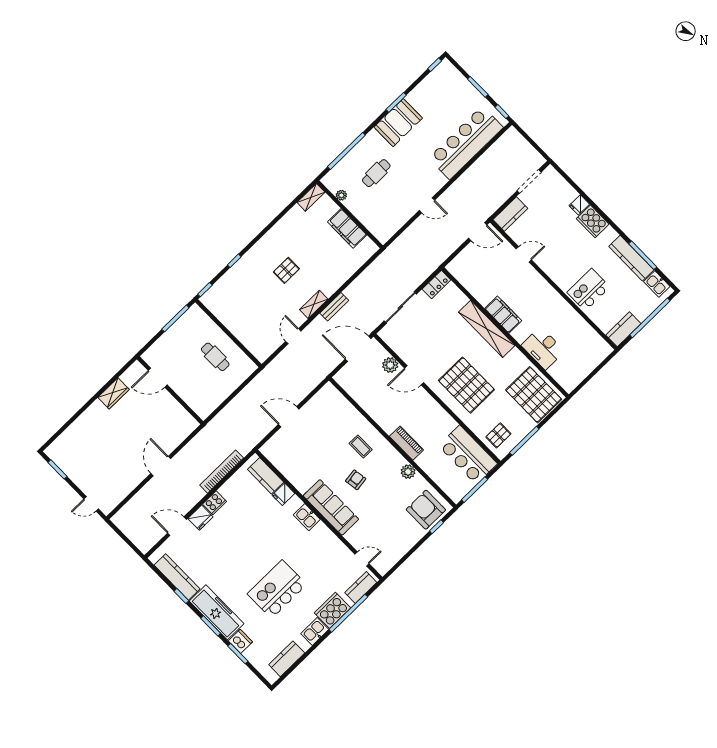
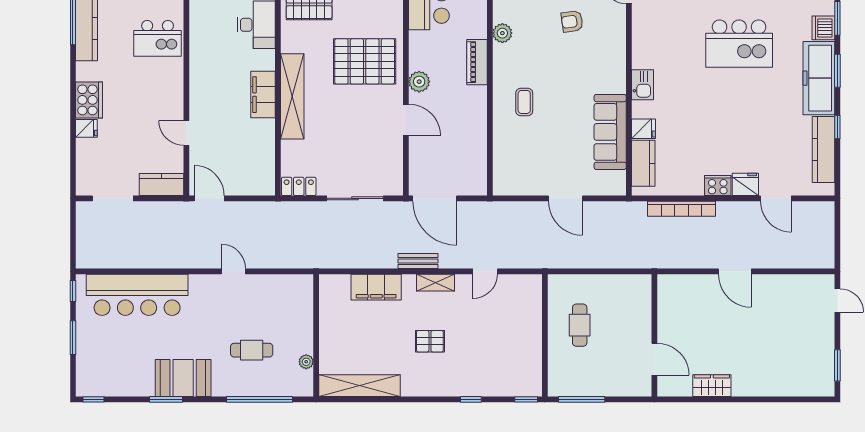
shelving: (311, 197) -> (360, 386), width x2.20, depth x1.33
filing cabinet: (347, 228) -> (376, 287), moved, turned 90
plant: (390, 365) -> (419, 82), moved
pallet: (466, 385) -> (365, 61), turned 90
door: (161, 466) -> (735, 271), hinge flipped
armchair: (356, 480) -> (572, 21), moved
sofa: (331, 507) -> (610, 132), moved

